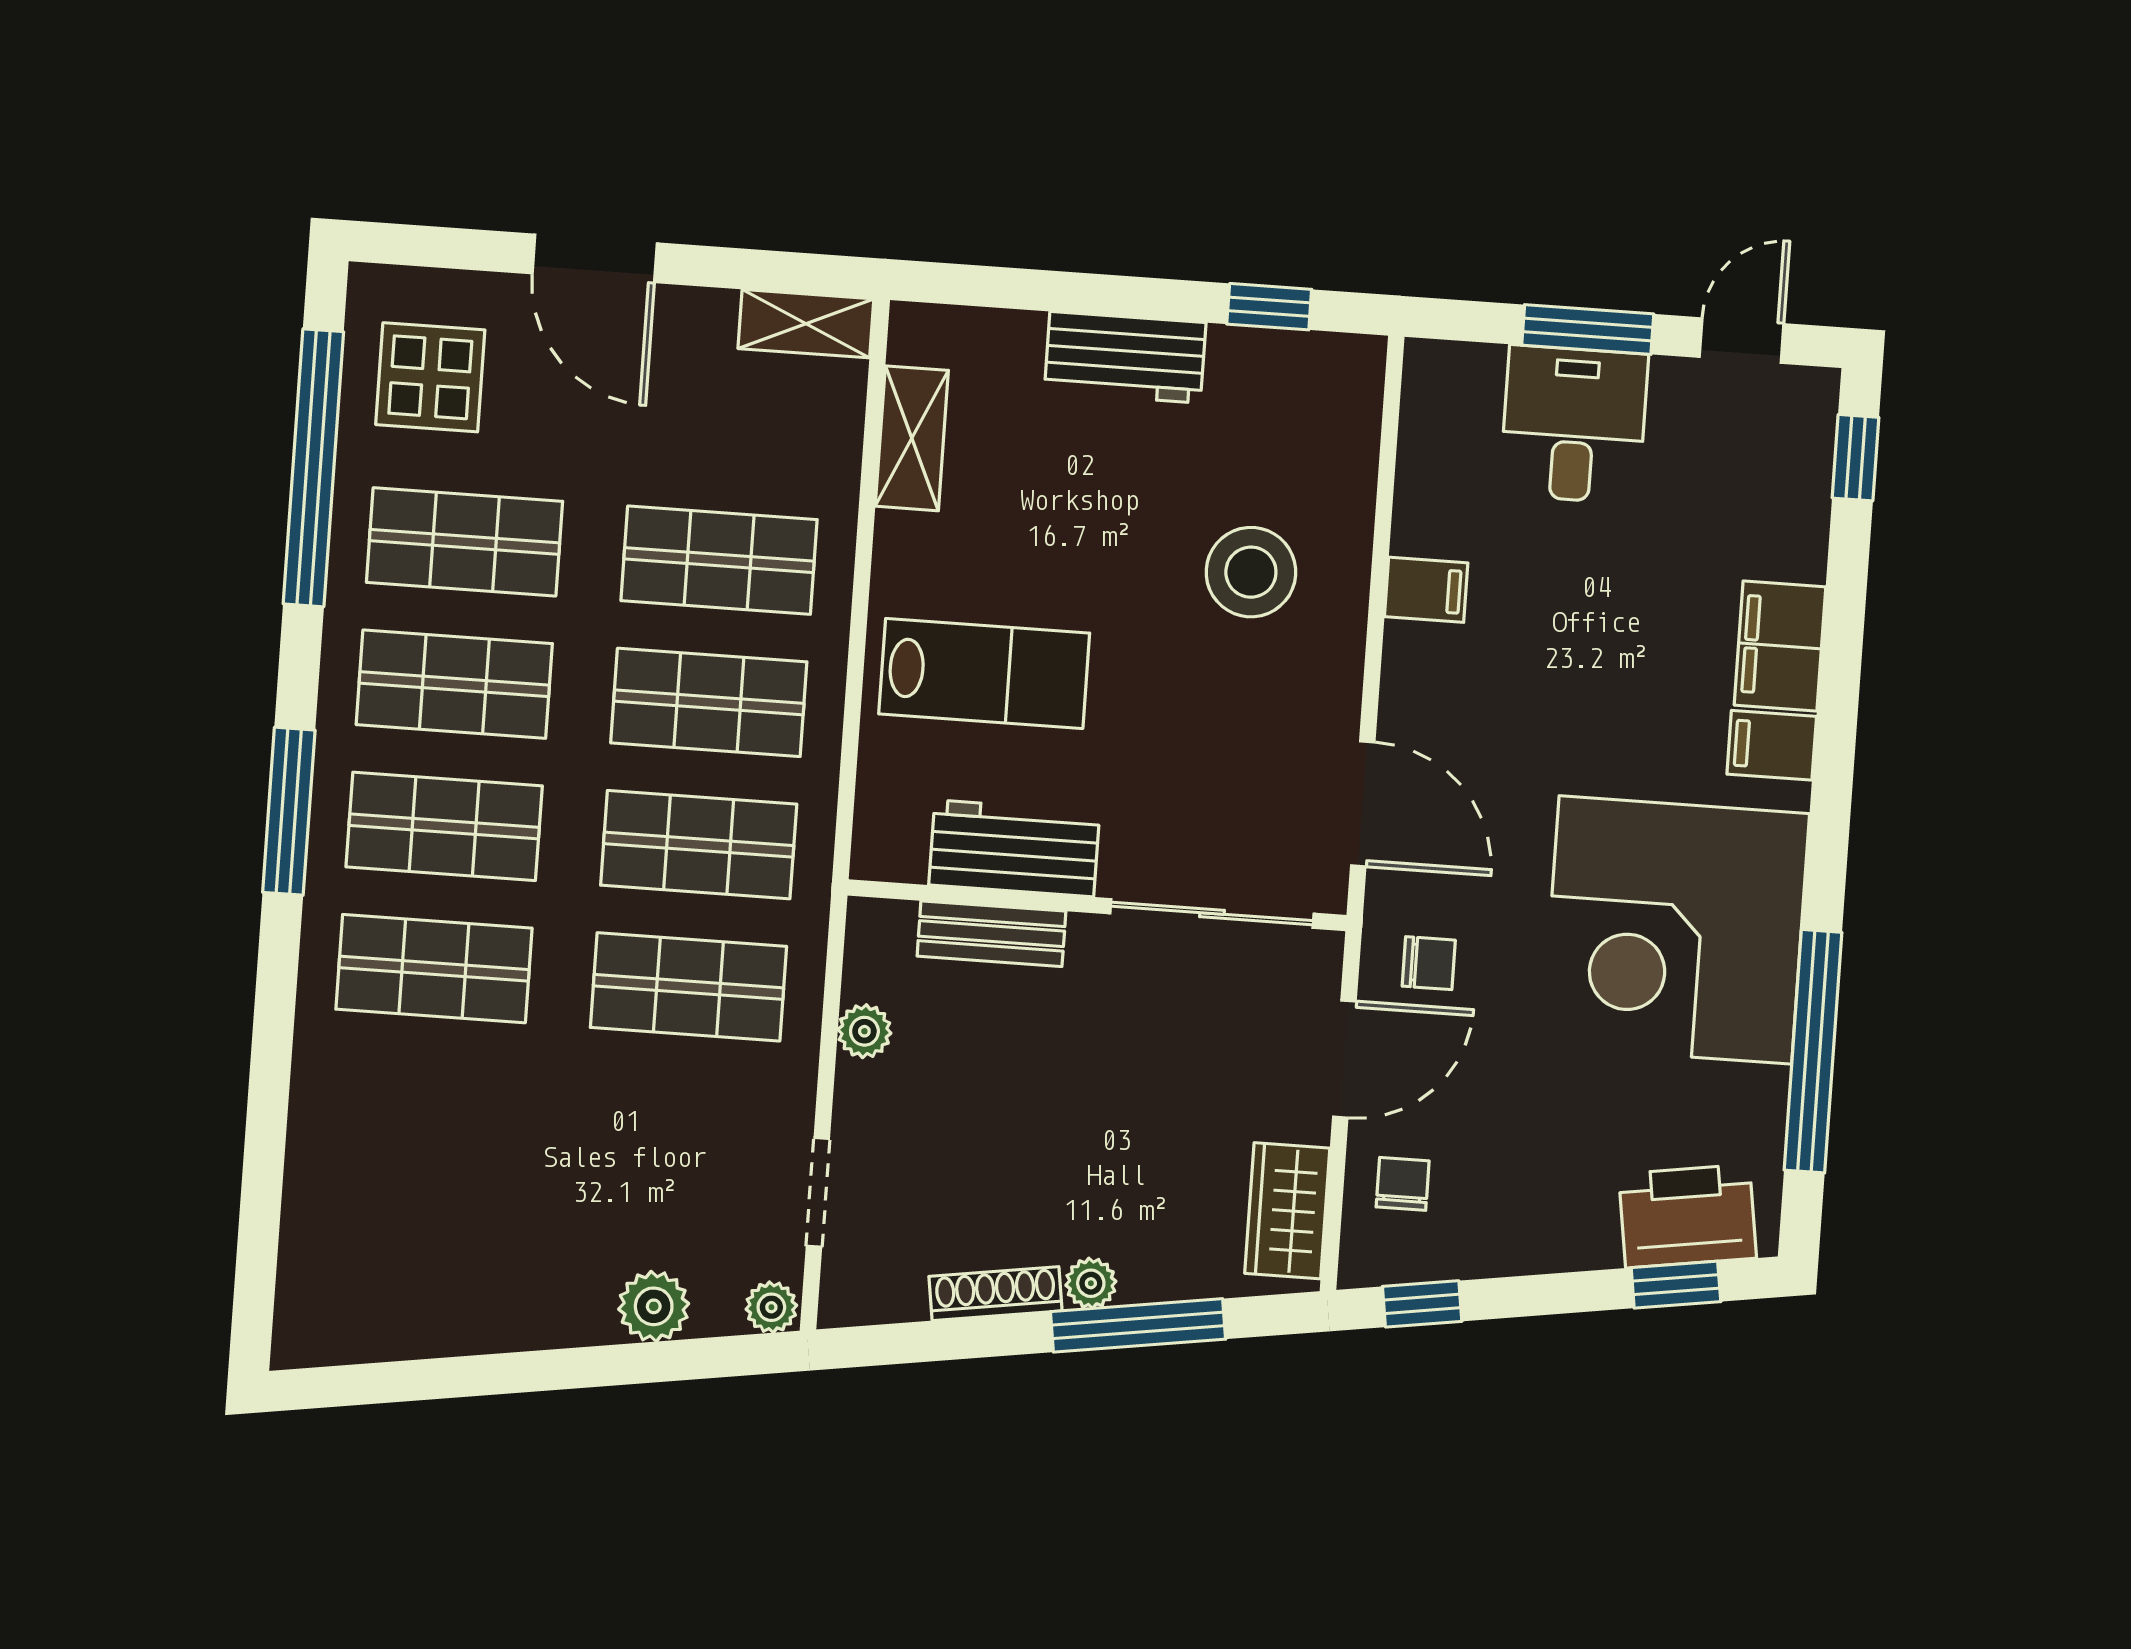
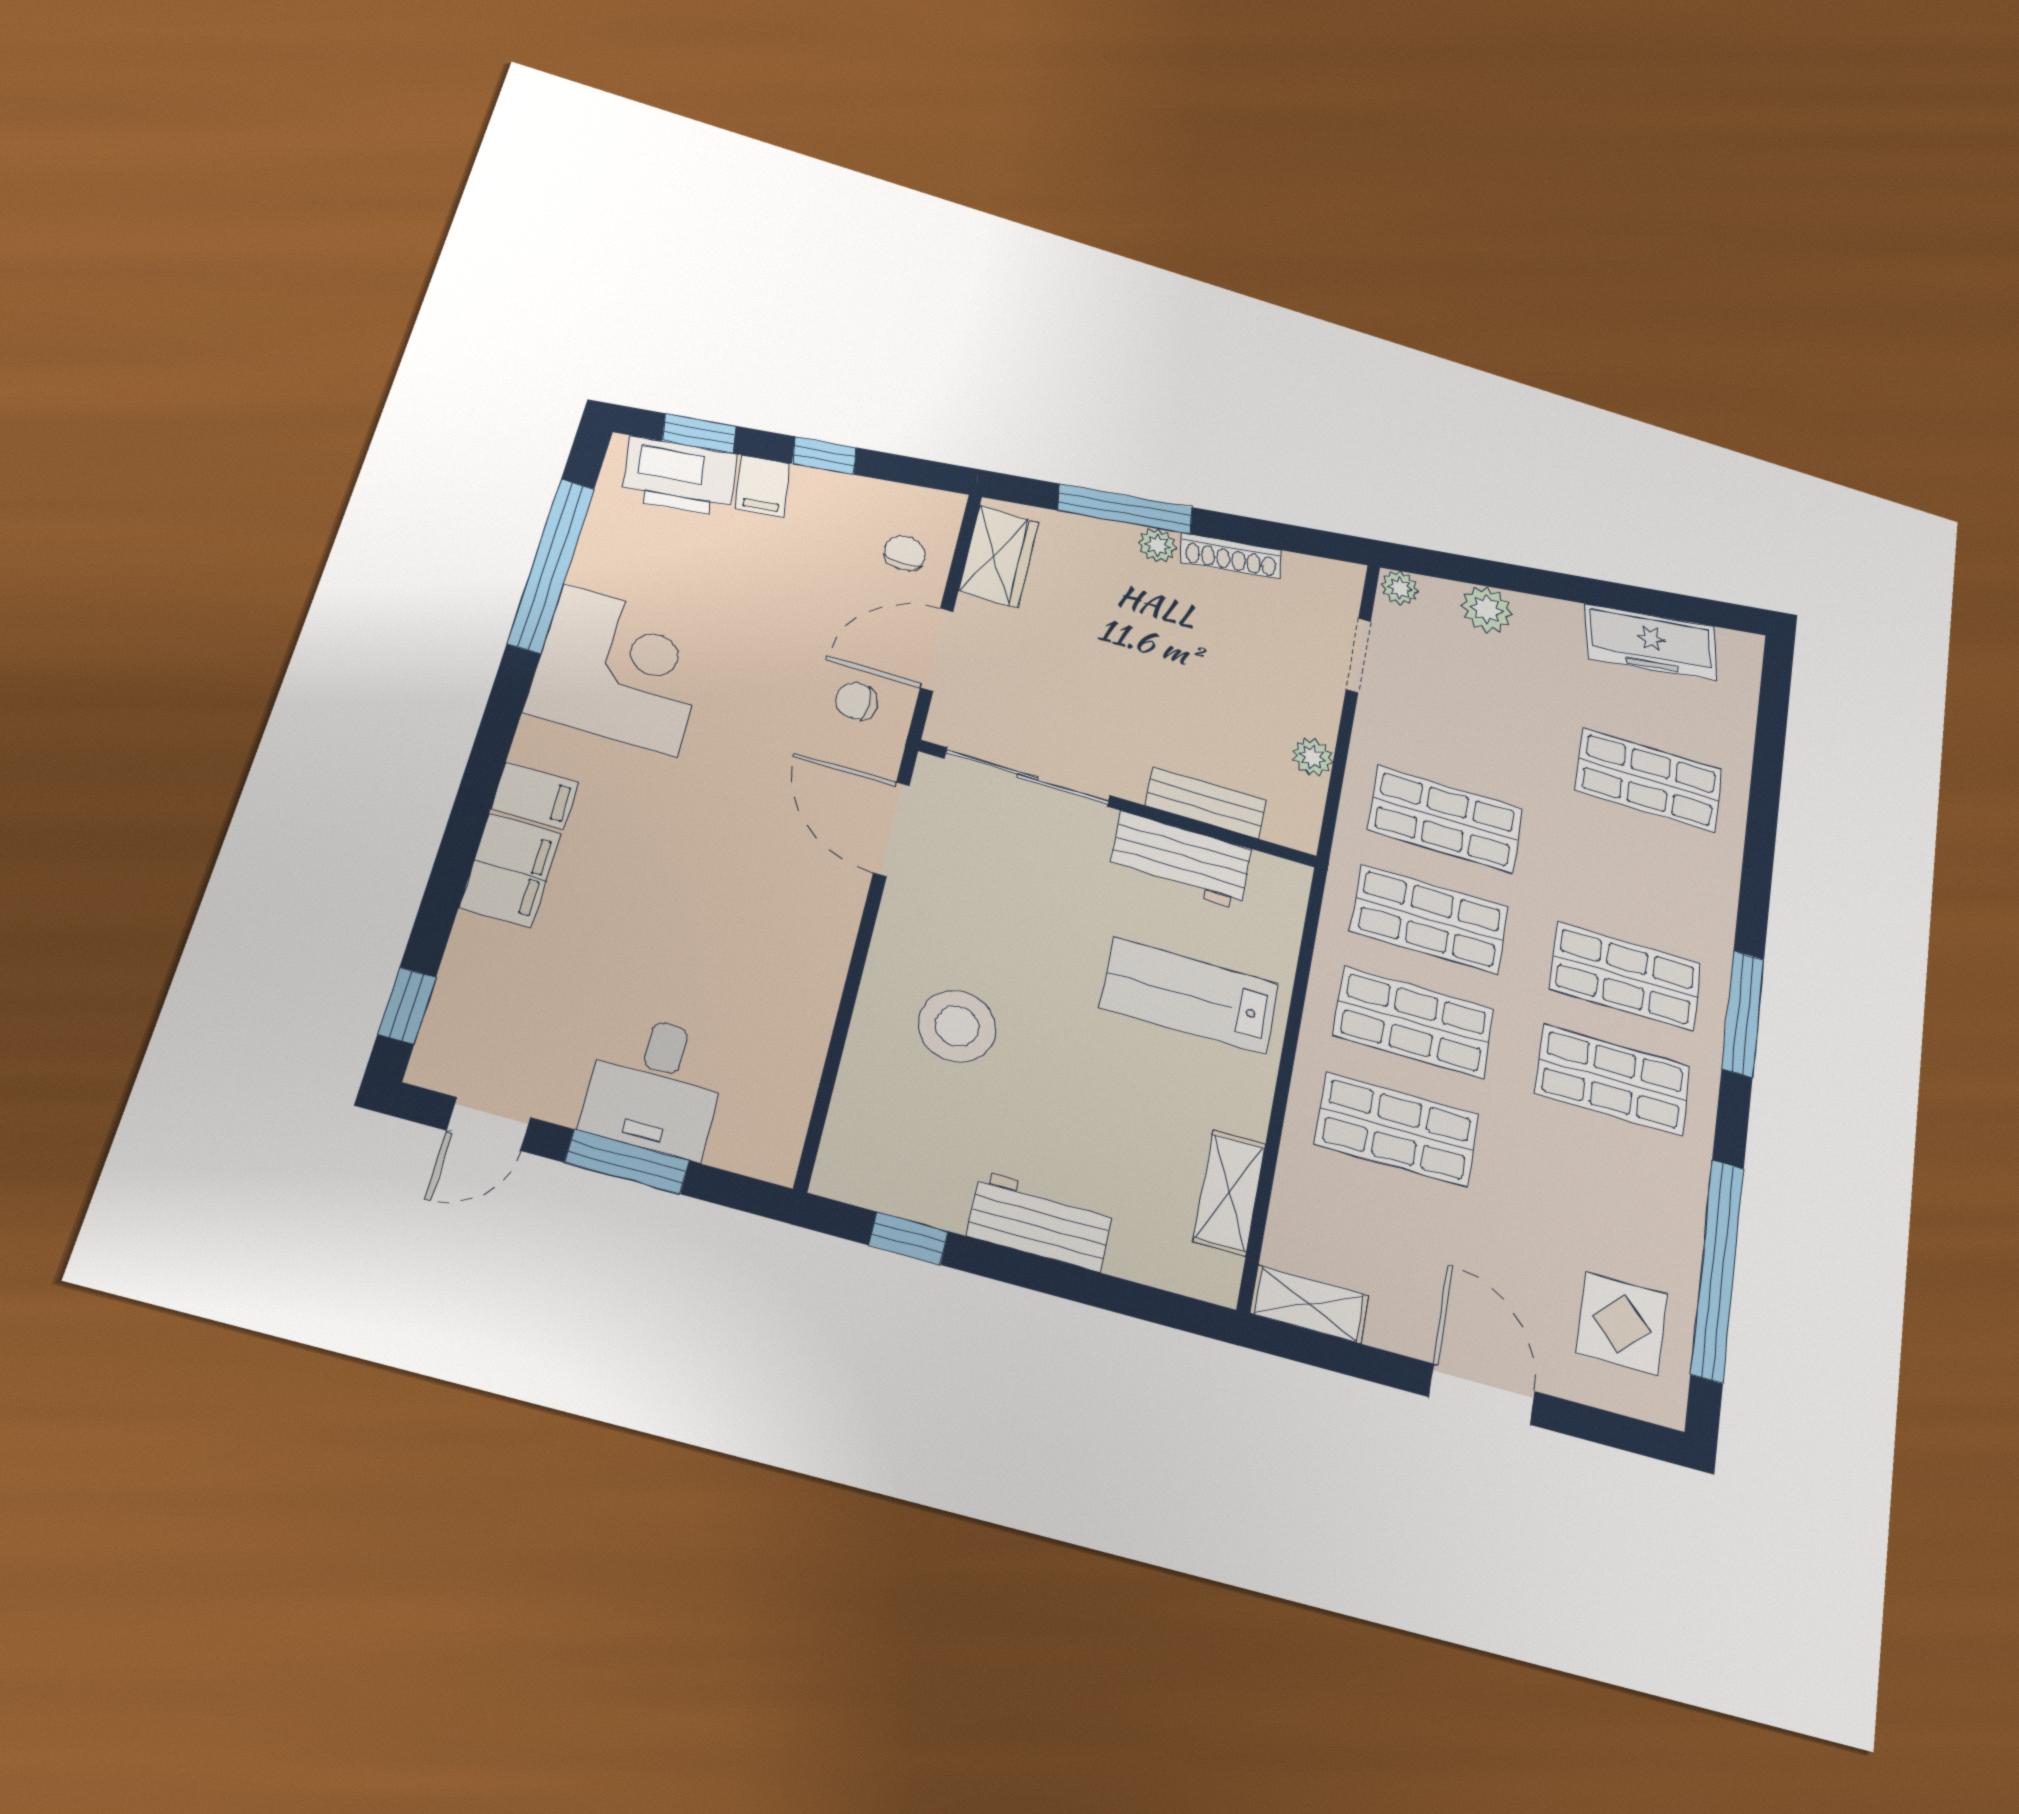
shop shelf: (465, 542) -> (1600, 1187), removed
filing cabinet: (1426, 590) -> (763, 486), moved, turned -98
corner desk: (1675, 930) -> (620, 670), width x0.74, depth x0.74
shop shelf: (434, 969) -> (1649, 780), moved
chair: (1403, 1184) -> (905, 553), turned 180
window: (1422, 1304) -> (824, 456), moved
freezer: (428, 1317) -> (1651, 642), added

